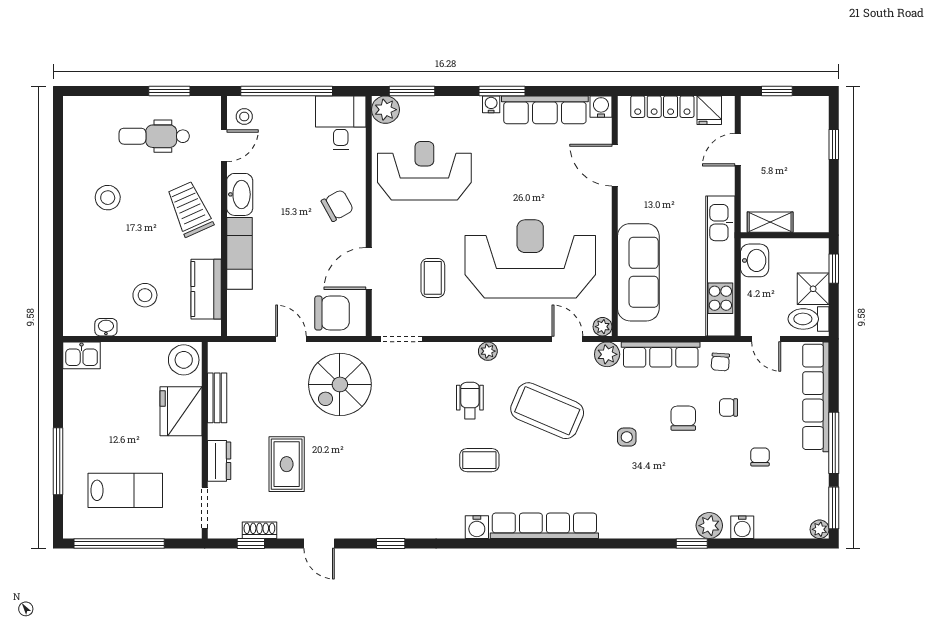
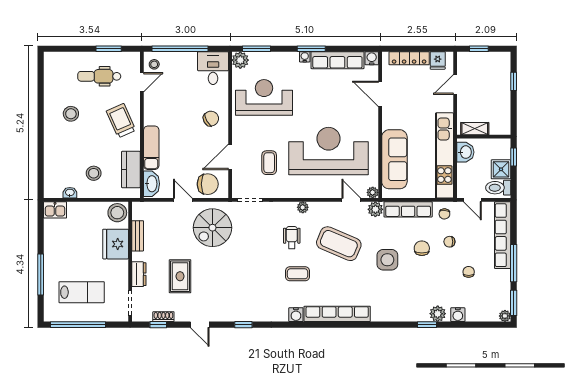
washbasin: (240, 194) -> (151, 184), moved
side table: (627, 437) -> (387, 260), width x1.87, depth x1.87

